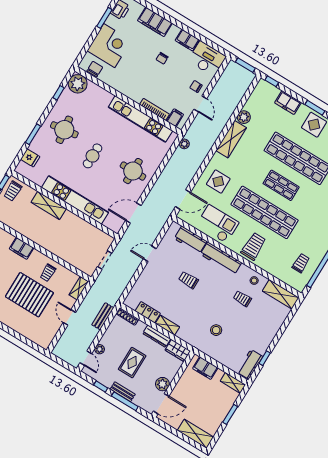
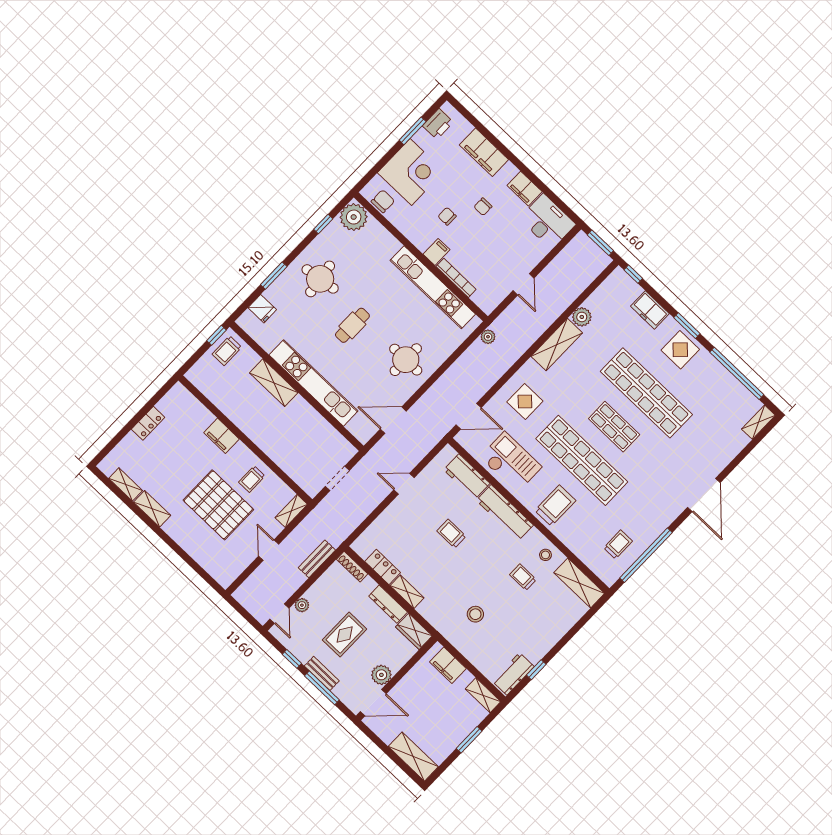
chair: (196, 87) -> (447, 216), moved
filing cabinet: (175, 118) -> (436, 252), moved

